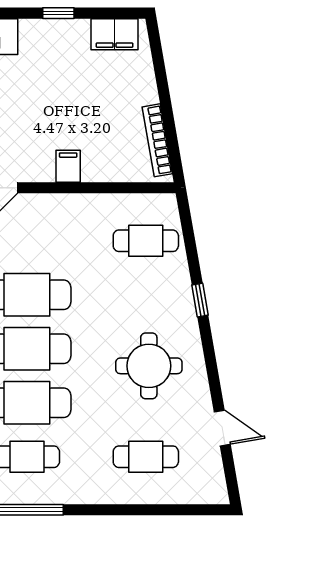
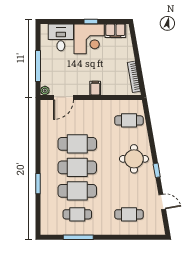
corner desk: (54, 53) -> (89, 39), added
window: (200, 300) -> (157, 170), moved
round table: (149, 366) -> (134, 159), moved

